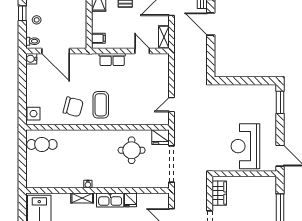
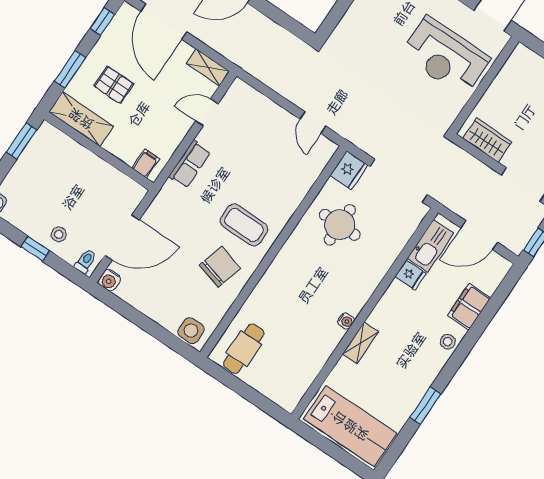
kitchen sink: (110, 200) -> (431, 246), moved

